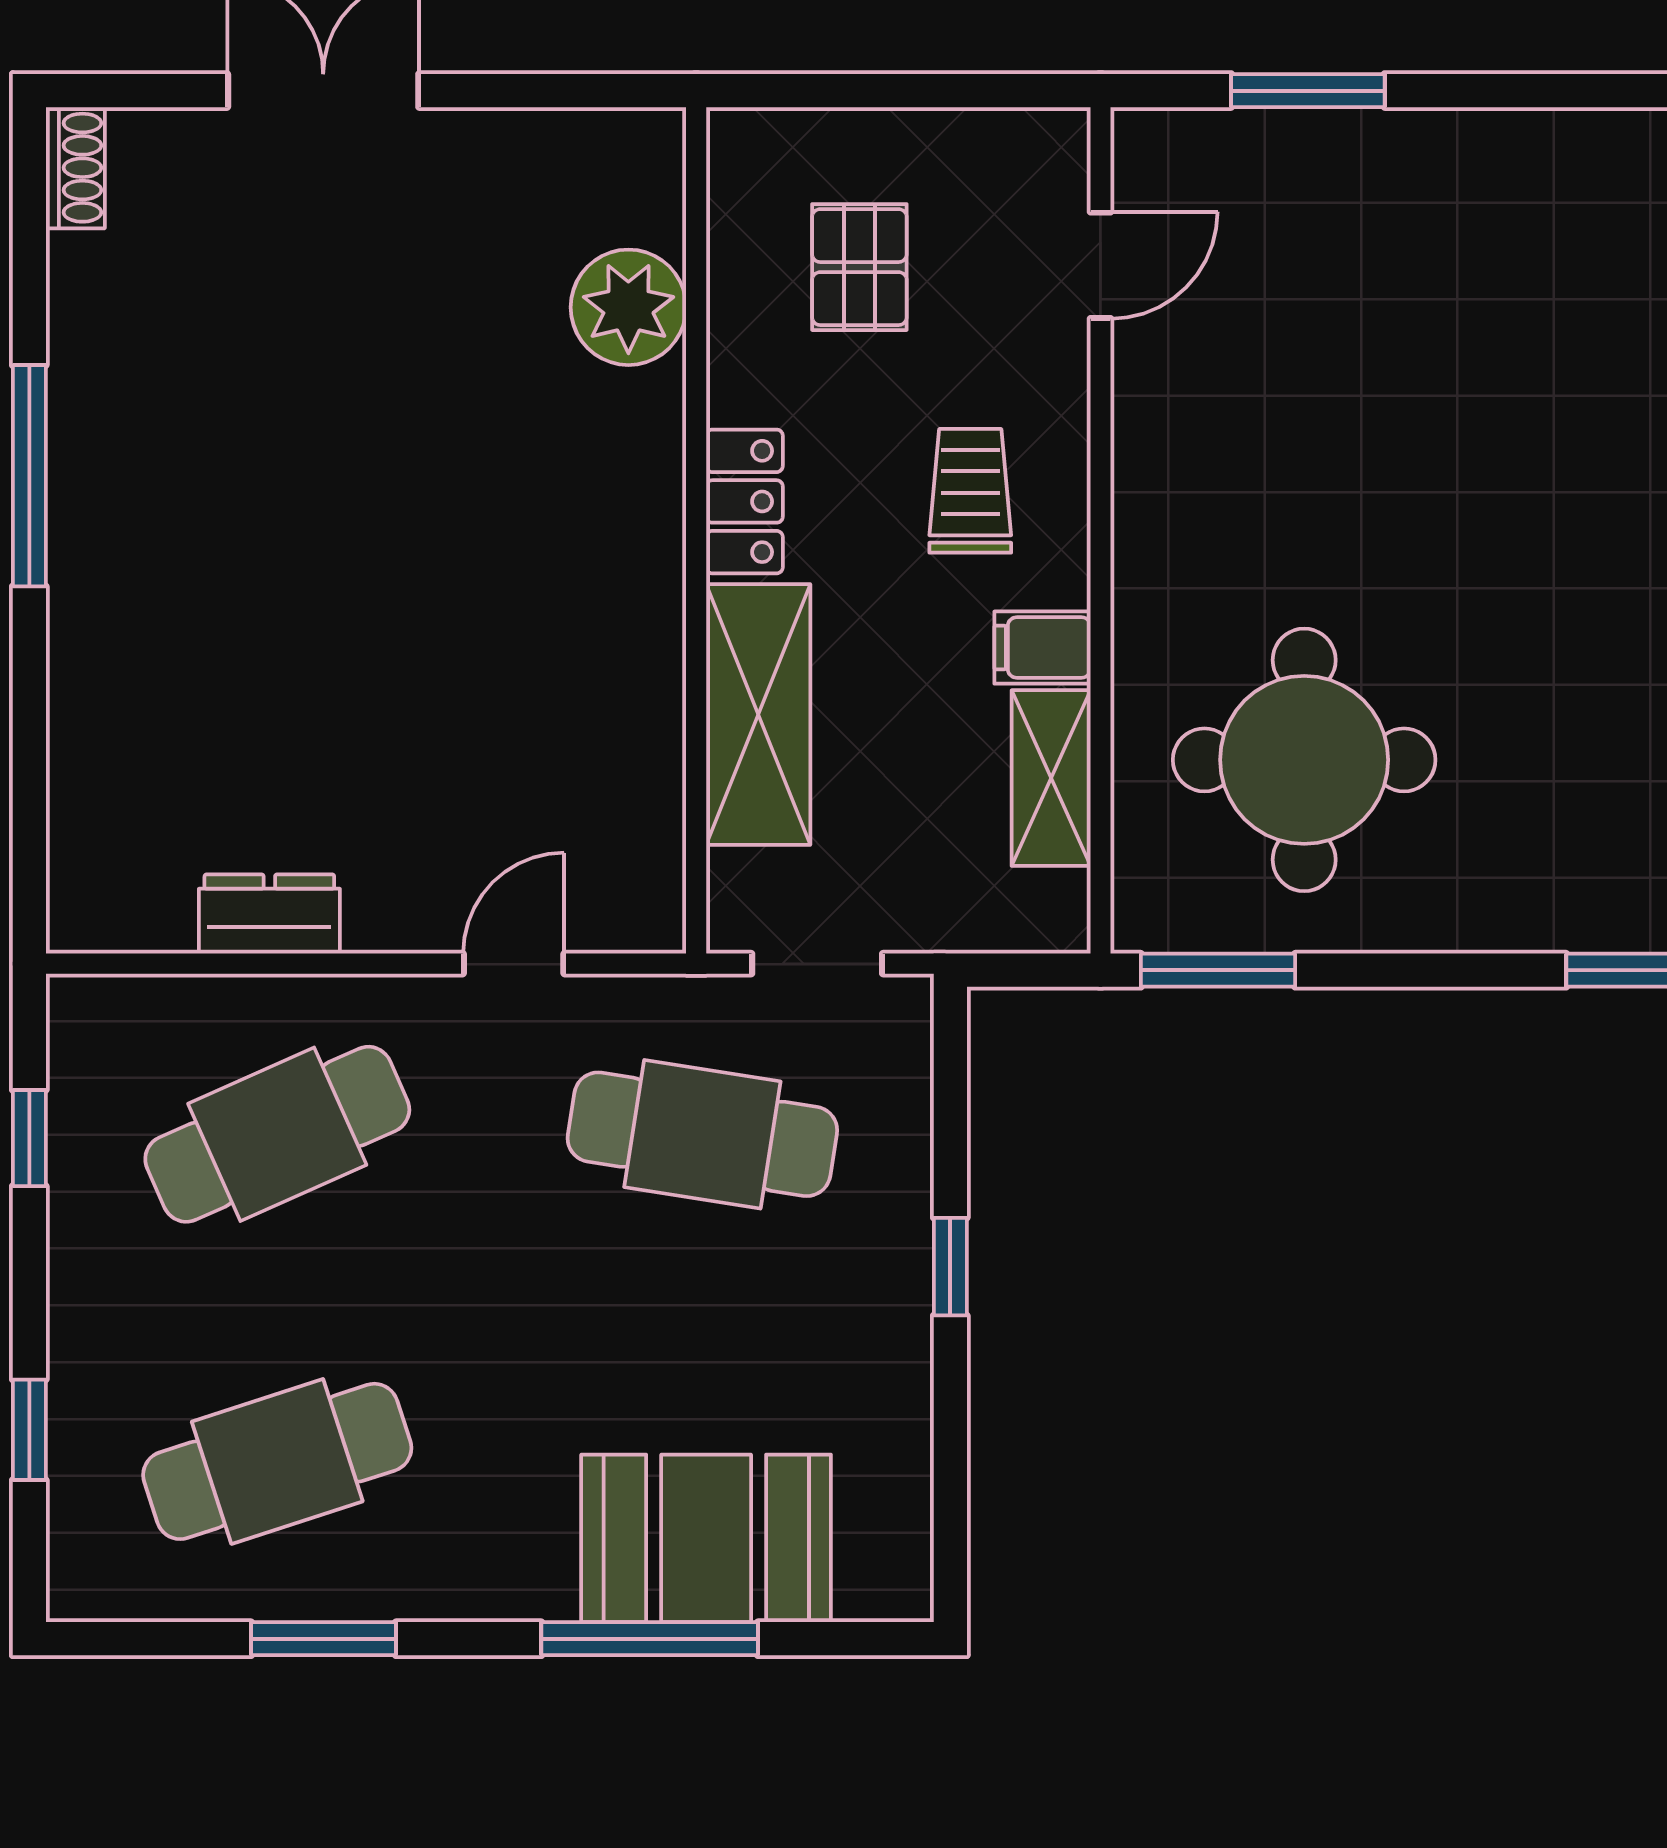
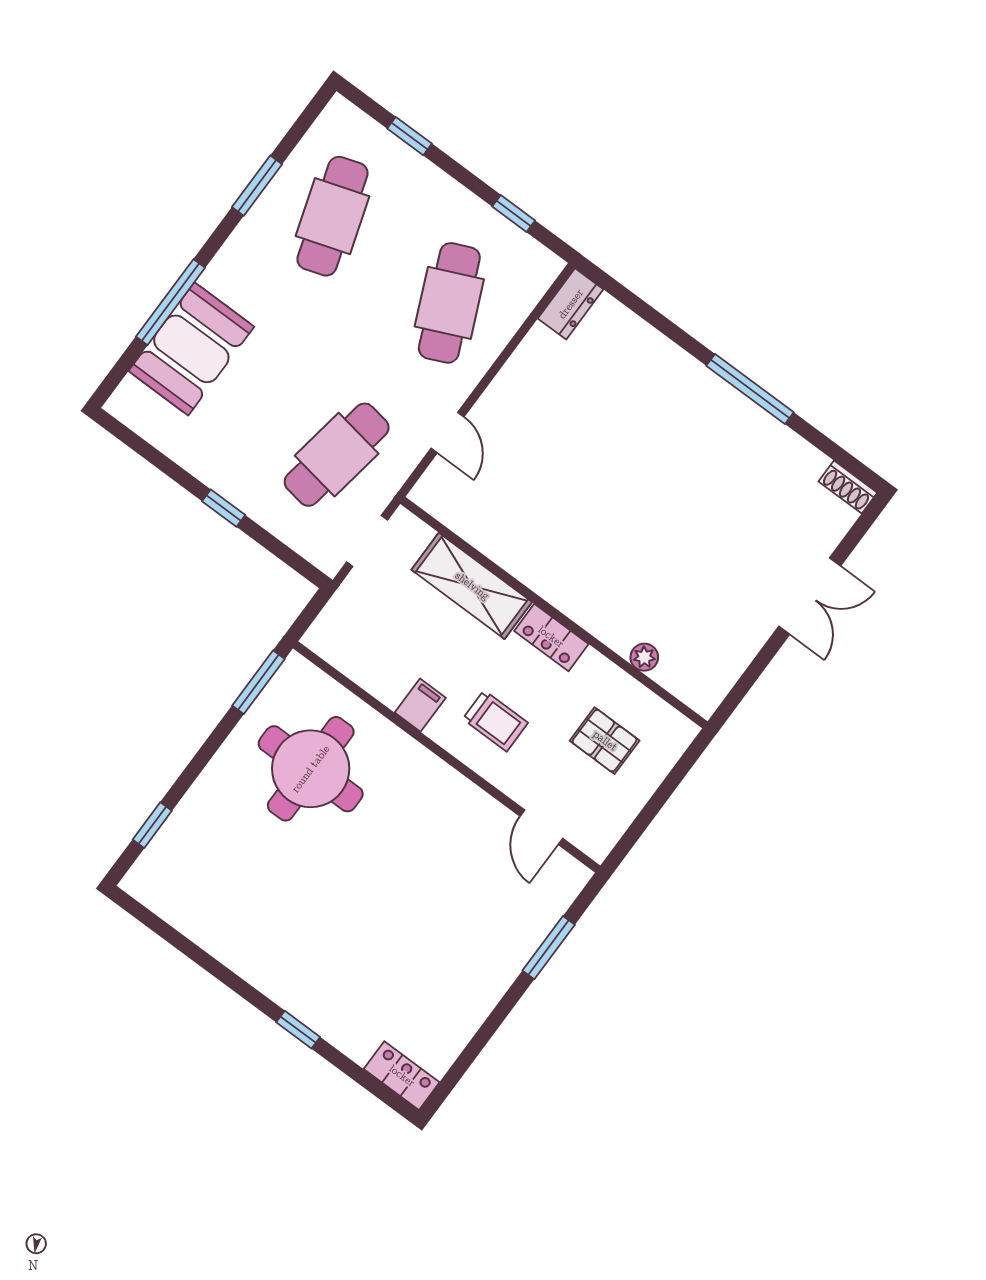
plant: (628, 307) -> (644, 657), width x0.53, depth x0.53
shelving: (1051, 778) -> (371, 674), removed
dresser: (269, 914) -> (571, 304), moved

